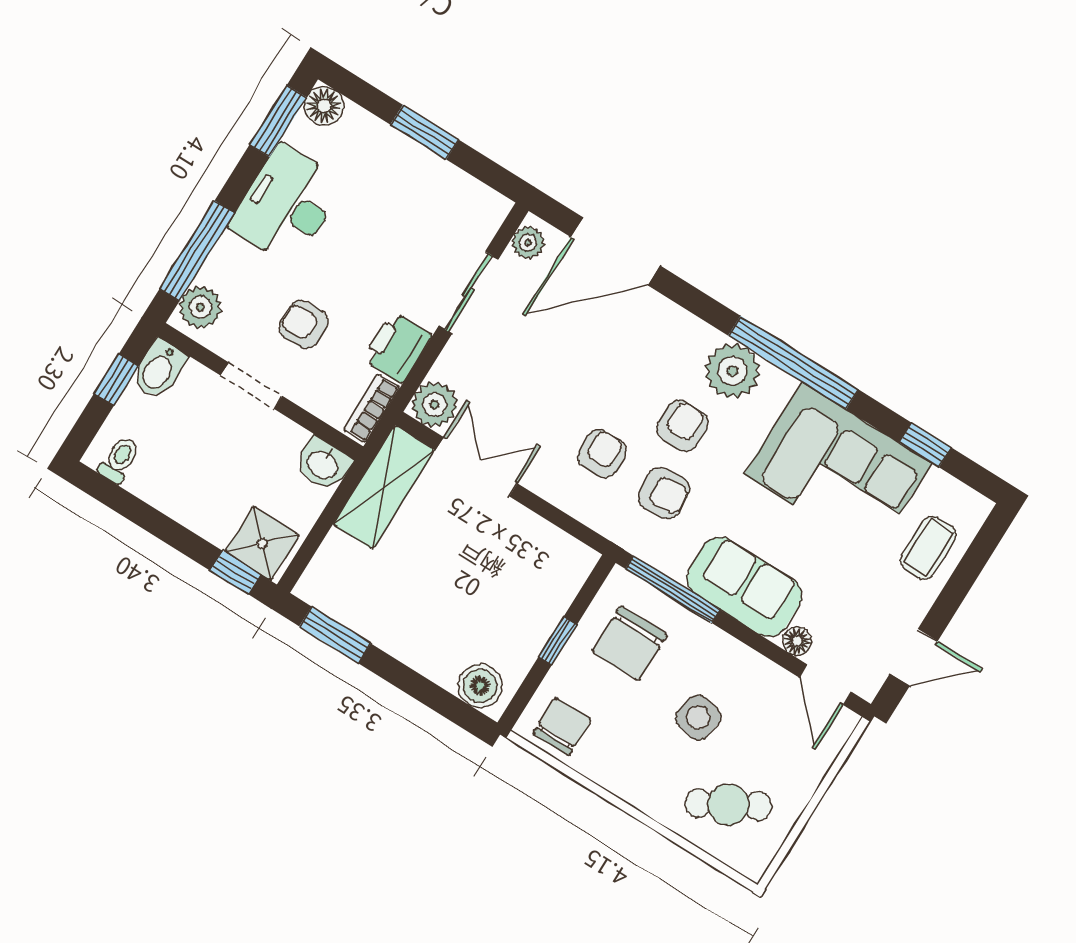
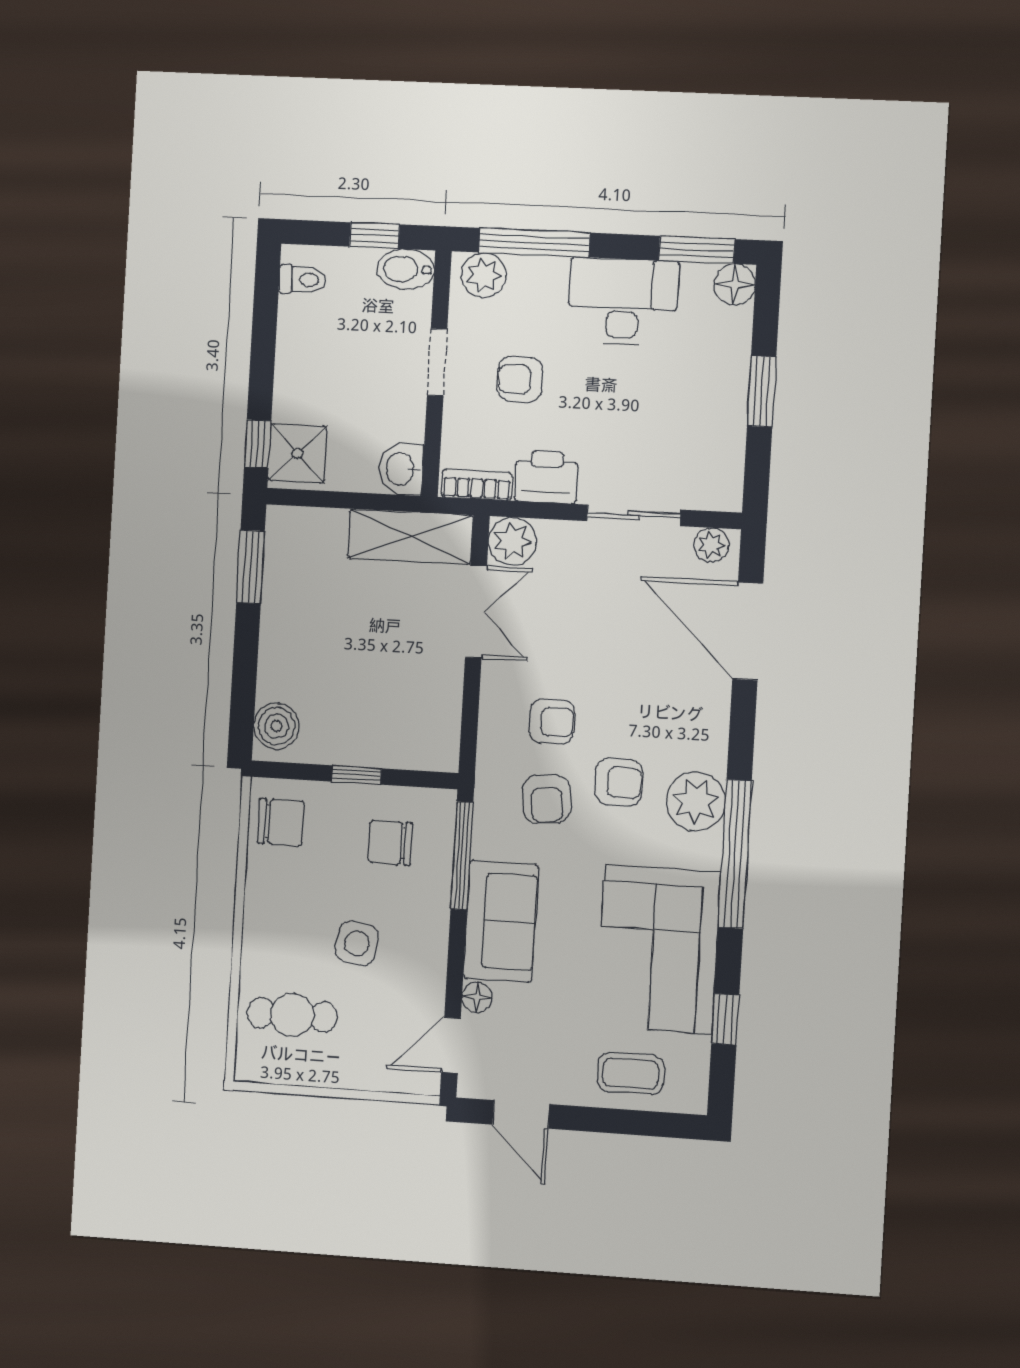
armchair: (304, 325) -> (520, 379), turned -90
chair: (630, 643) -> (390, 843), width x0.73, depth x0.73
cafe table: (728, 805) -> (292, 1015), turned -61

